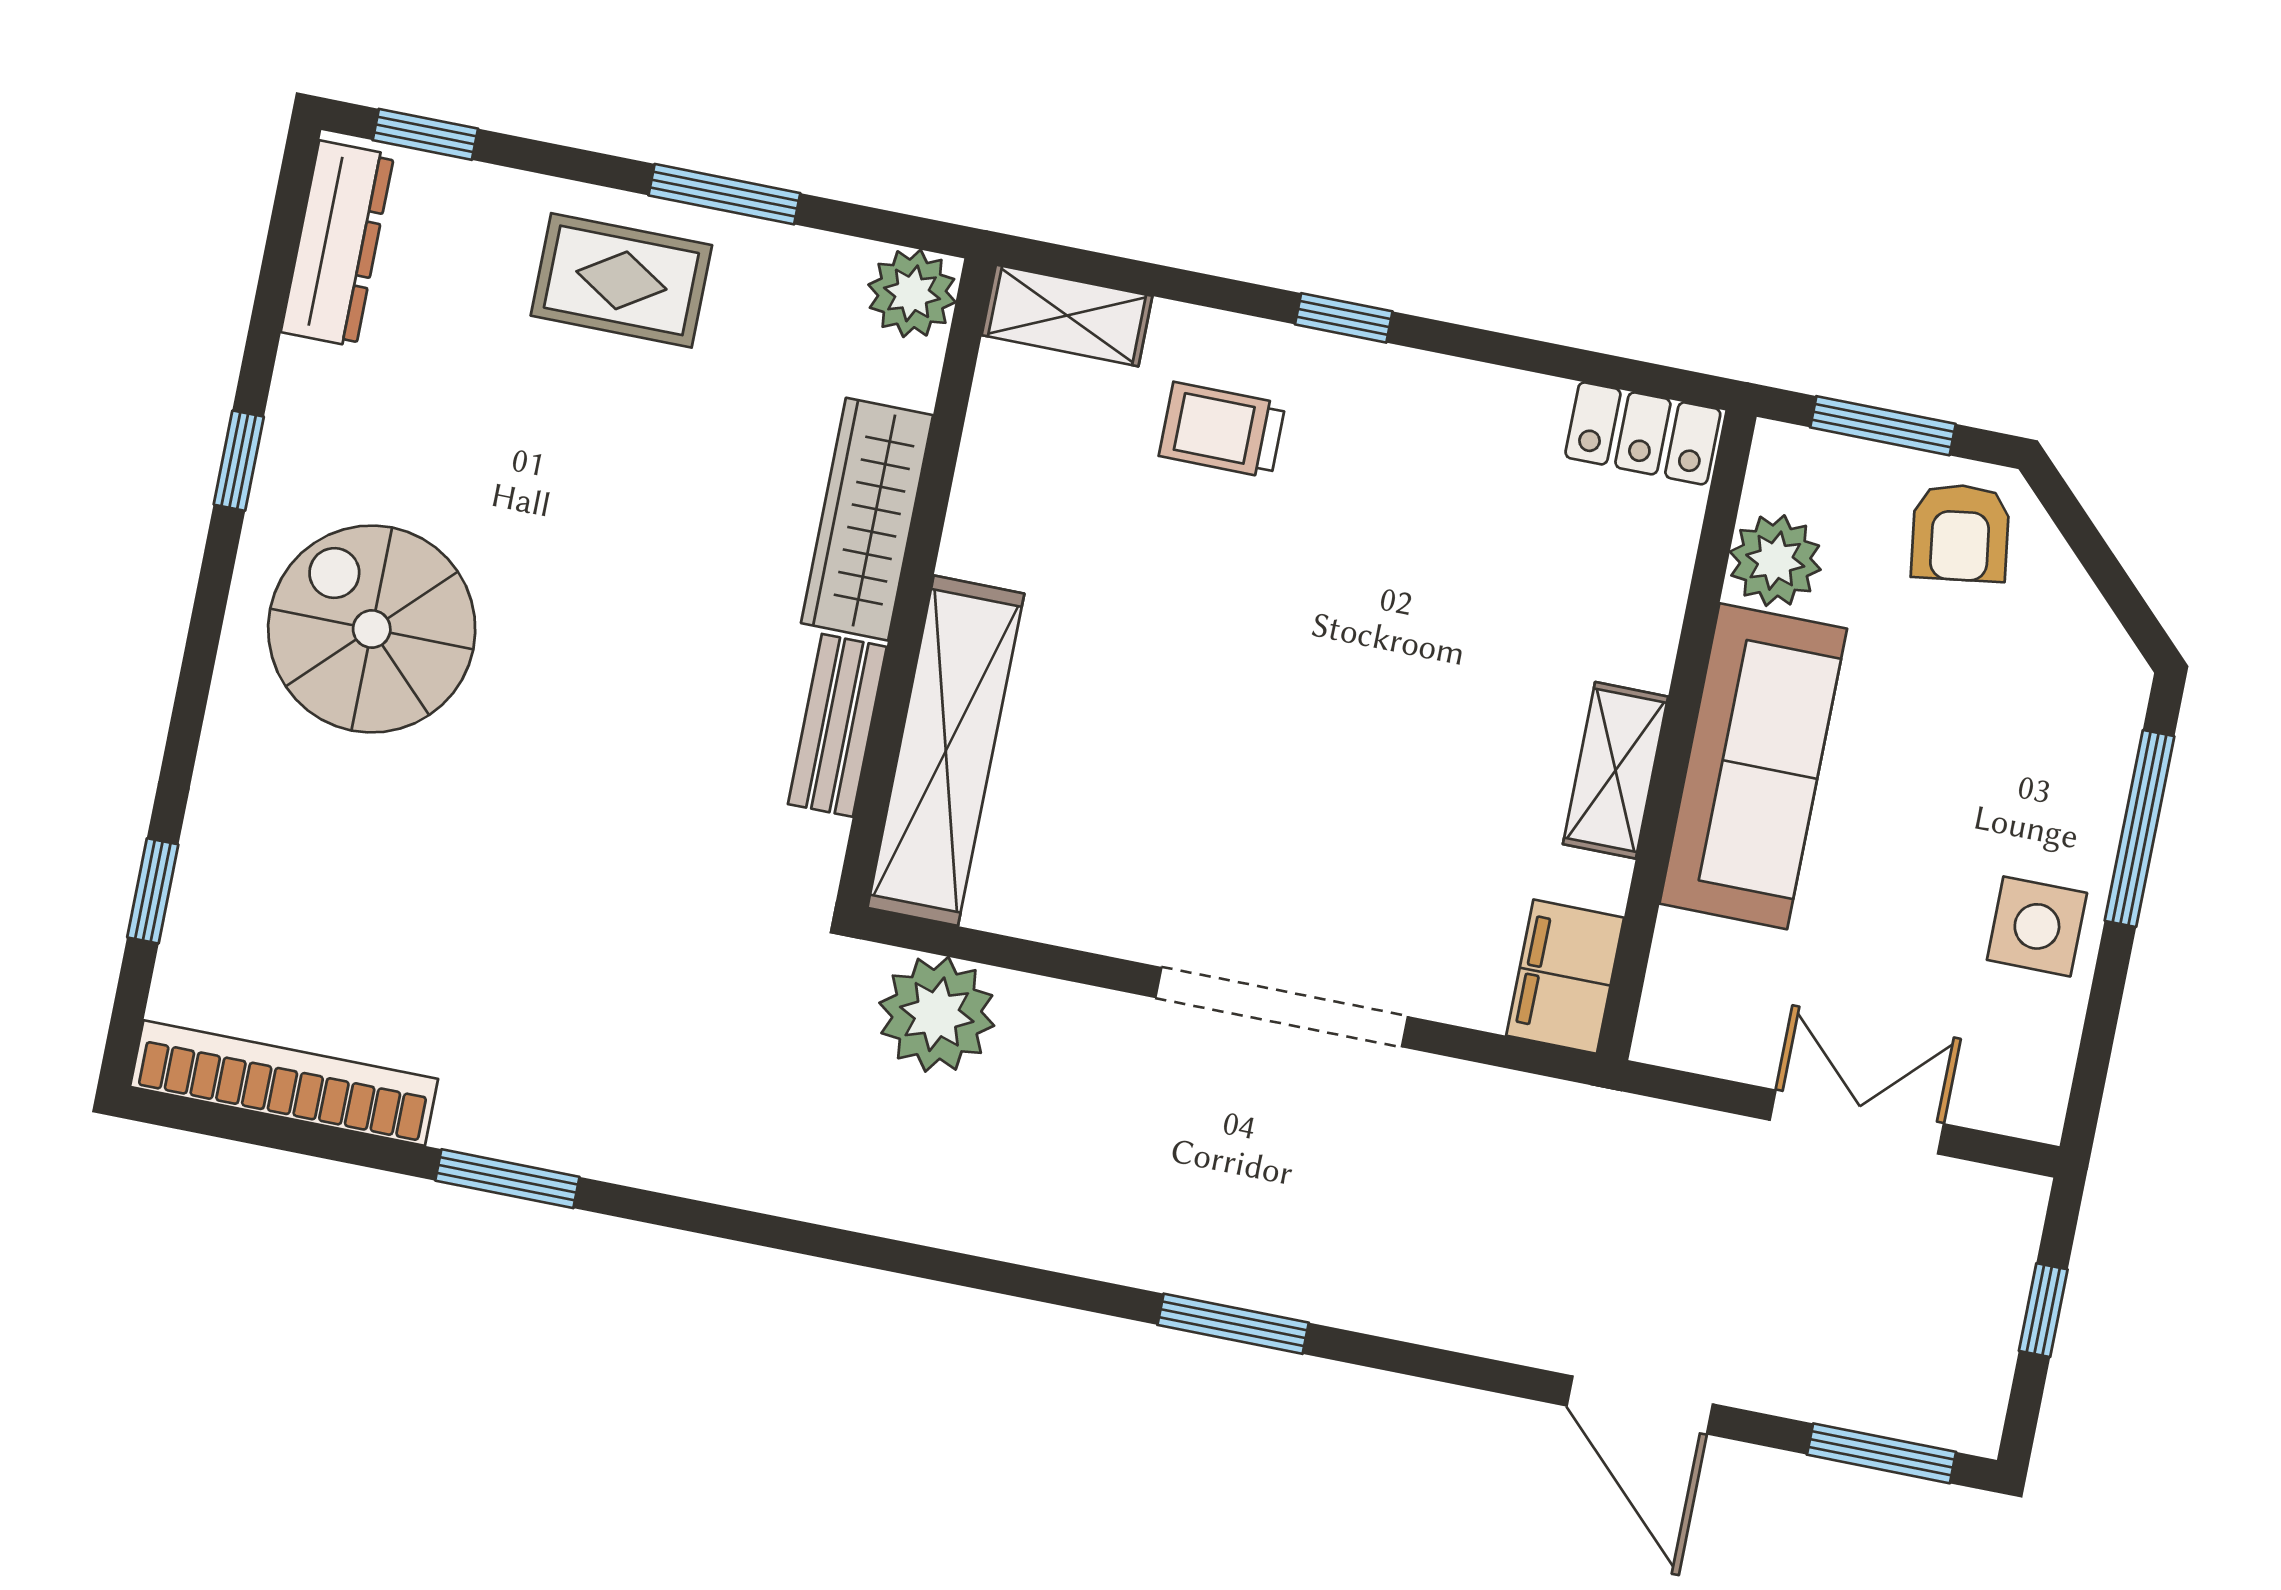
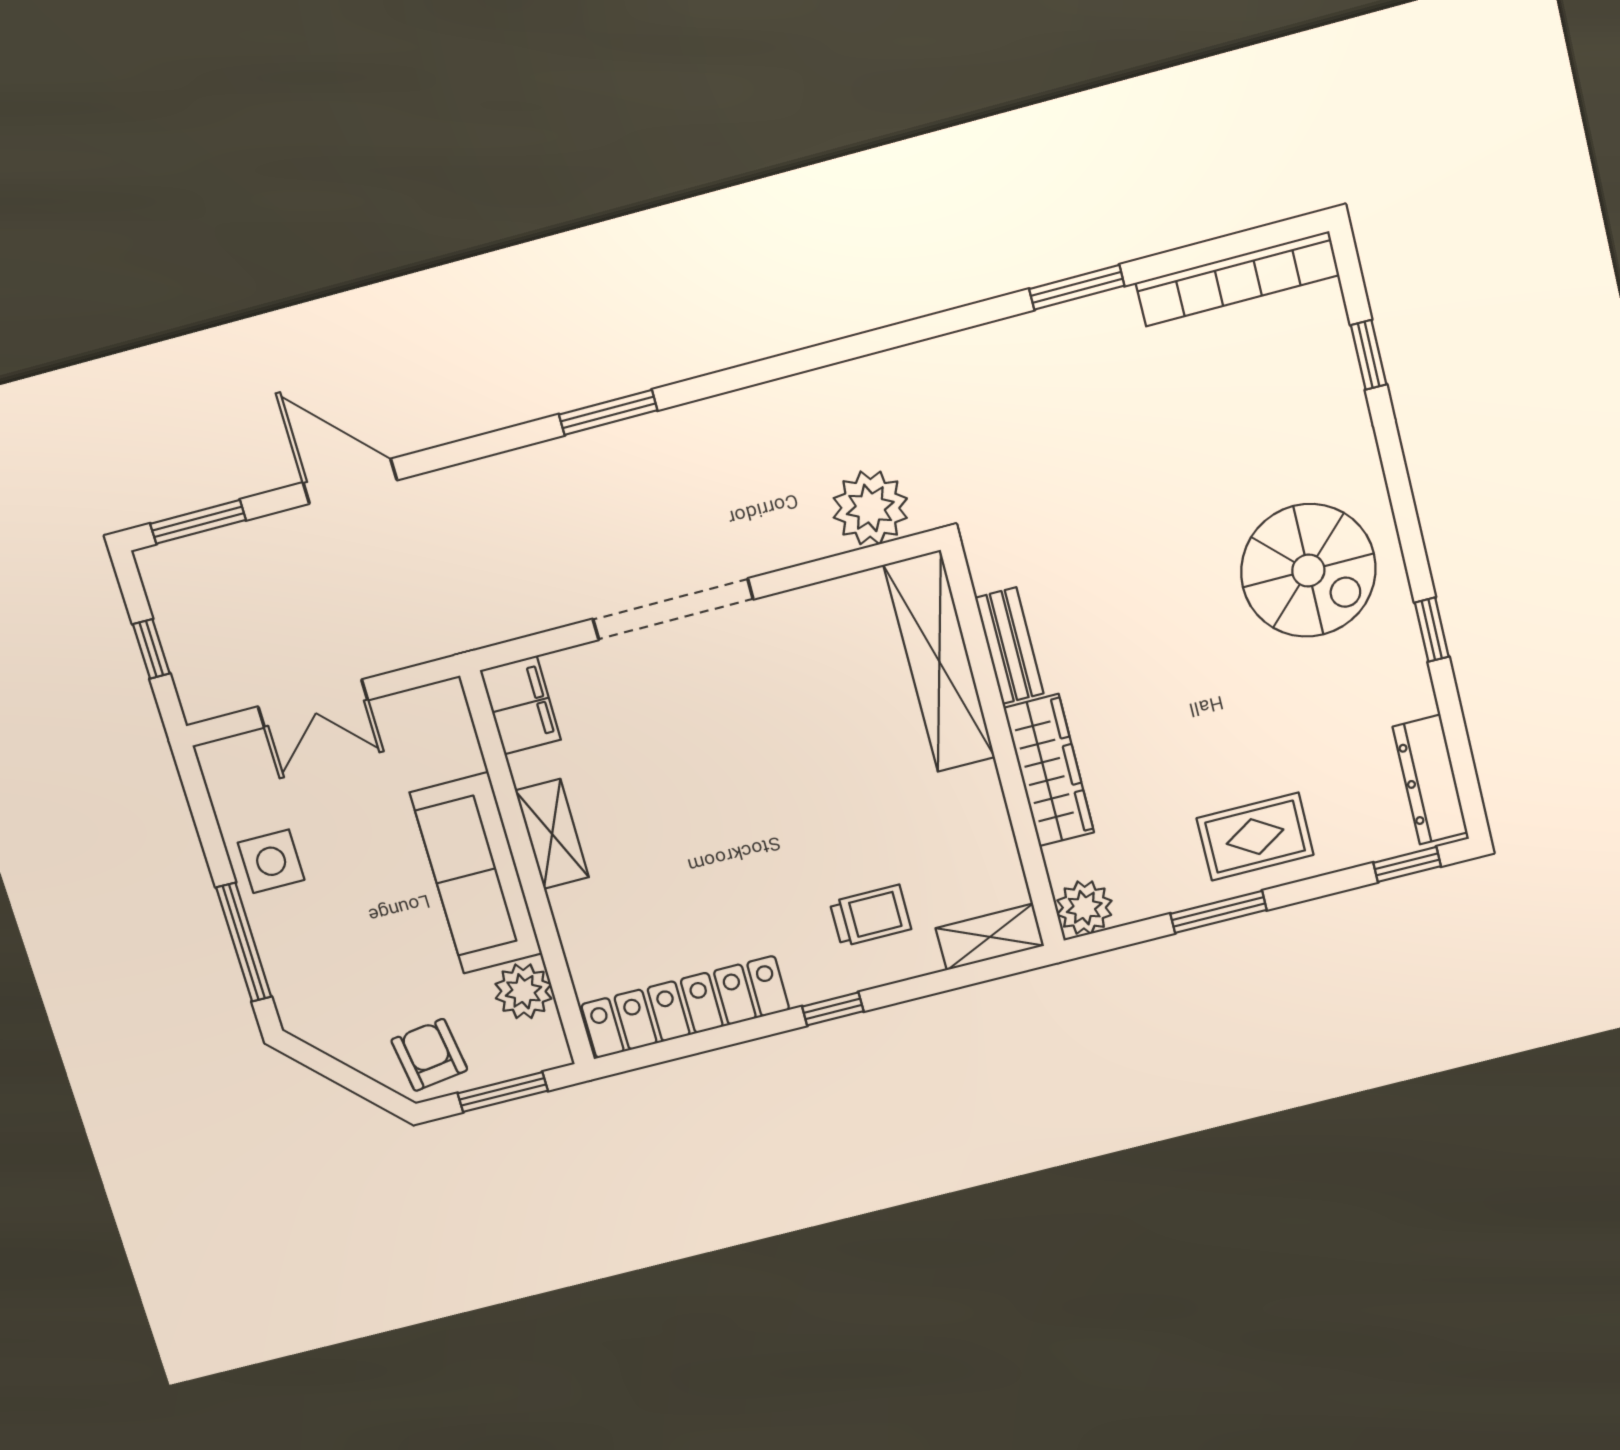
locker: (1643, 433) -> (685, 1007), width x2.16, depth x1.21

